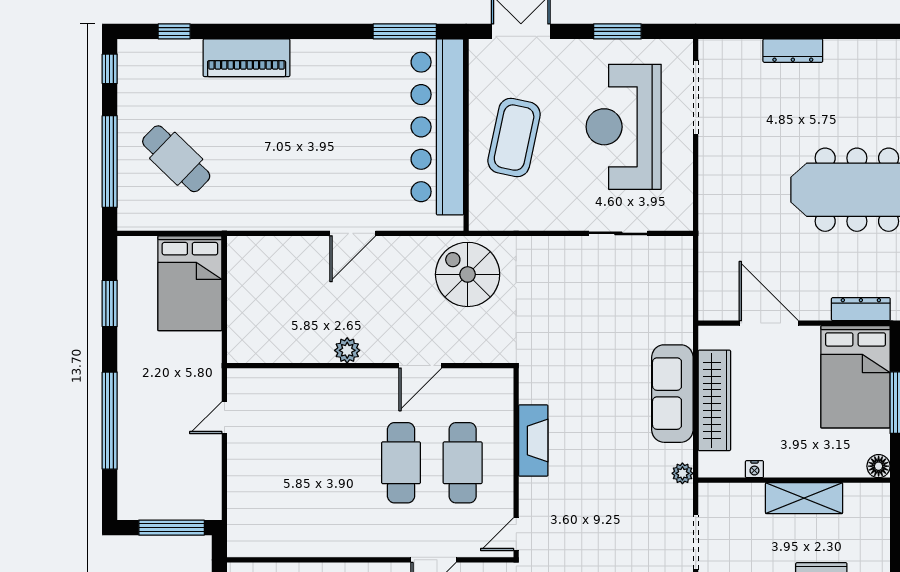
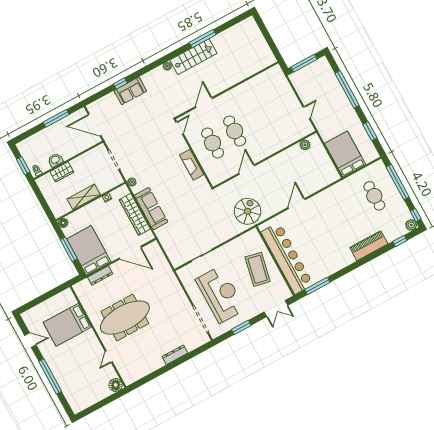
plant: (131, 53) -> (411, 225), added
cafe table: (176, 159) -> (374, 196), turned 46
spiral stairs: (468, 274) -> (248, 211), turned -90
plant: (347, 350) -> (305, 145), moved

